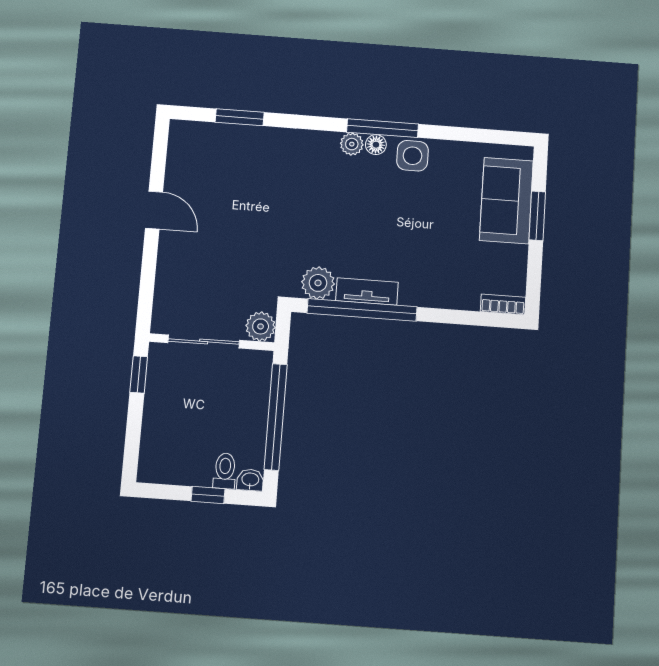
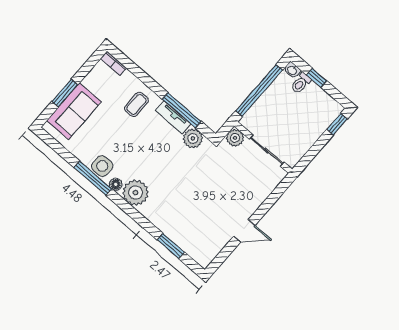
window: (382, 128) -> (93, 178), moved
plant: (352, 144) -> (135, 193), width x1.88, depth x1.88
door: (154, 210) -> (244, 231), swing flipped
coffee table: (430, 272) -> (136, 104), added
window: (362, 310) -> (182, 110), width x0.68
window: (139, 374) -> (337, 124), moved

